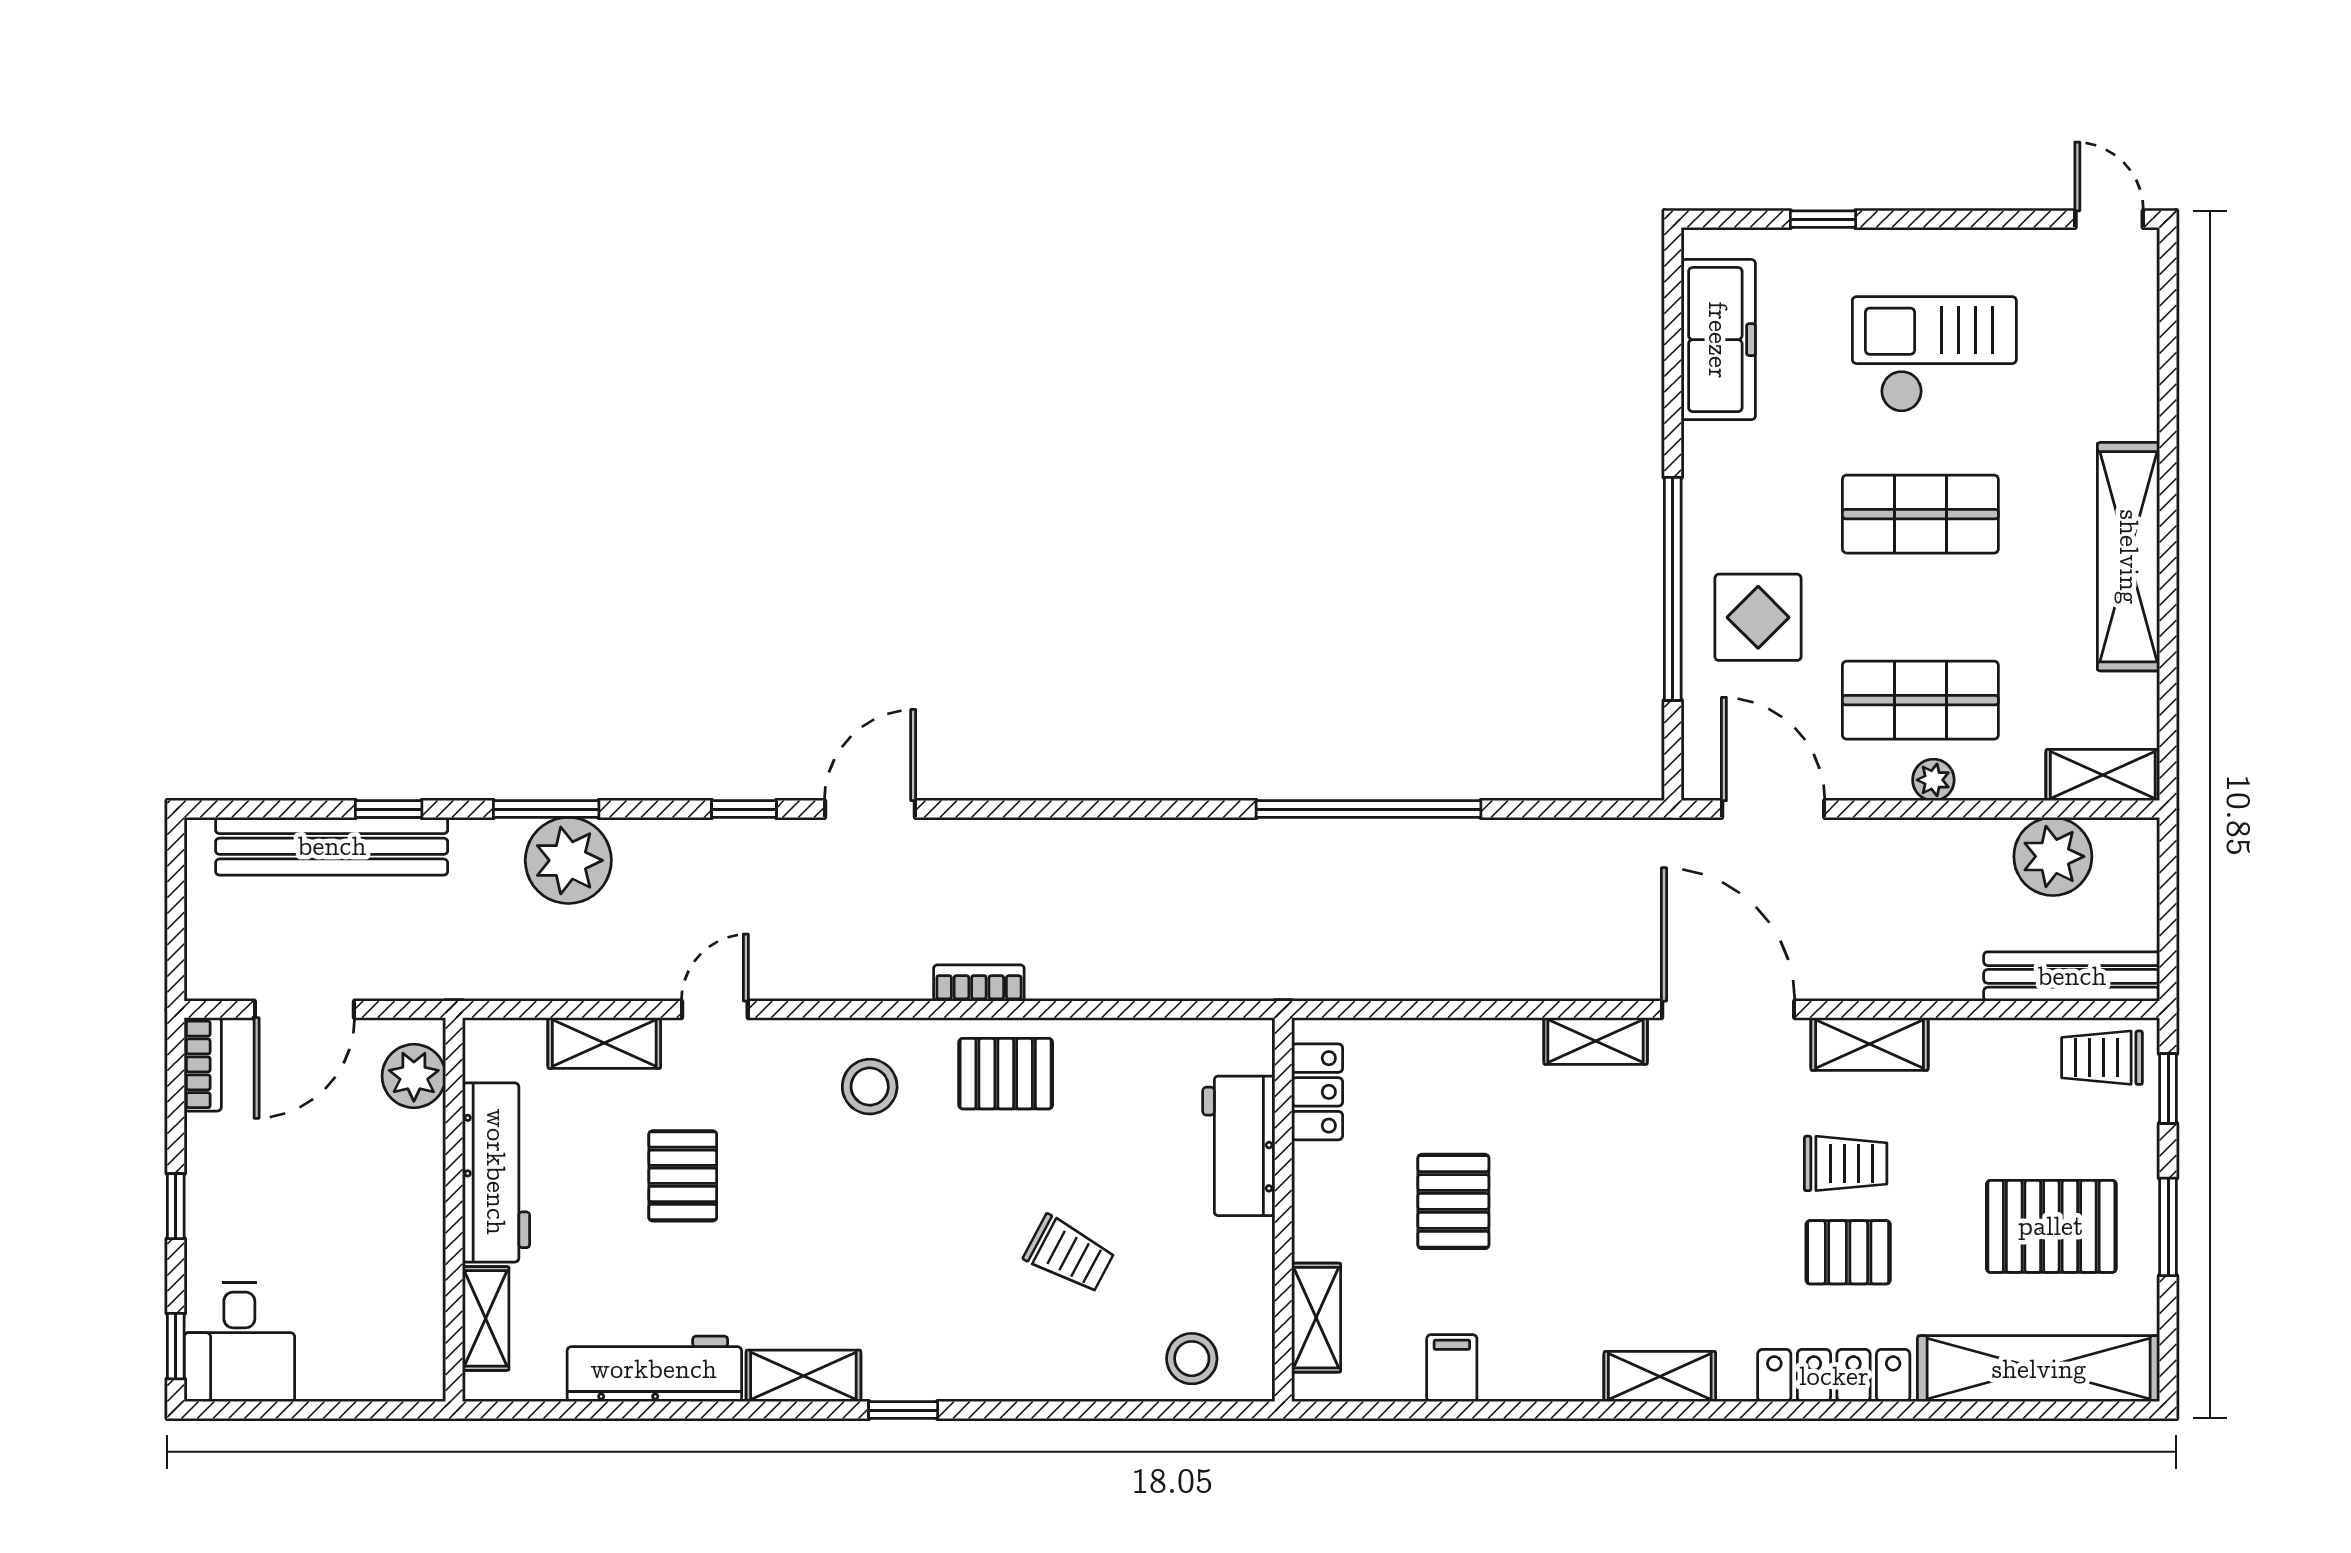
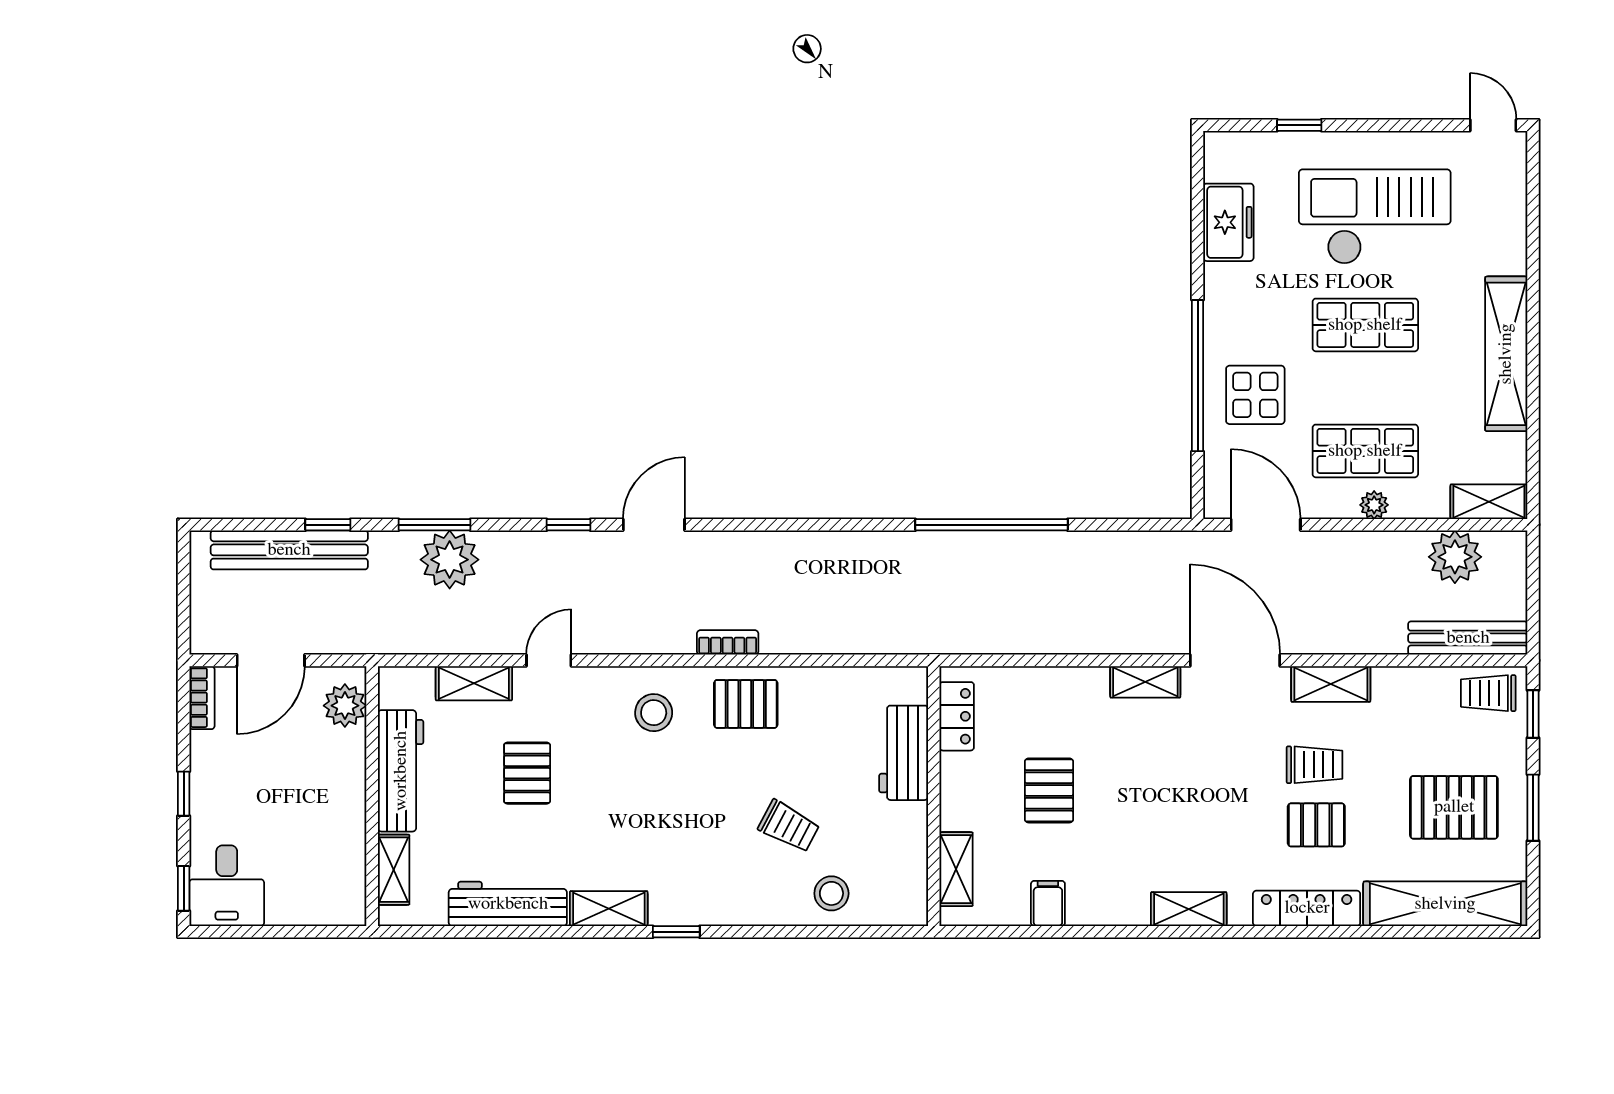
freezer: (1718, 340) -> (1228, 222), width x0.71
checkout: (1934, 354) -> (1375, 217), width x1.36, depth x1.21
stool: (1192, 1359) -> (831, 893), moved

